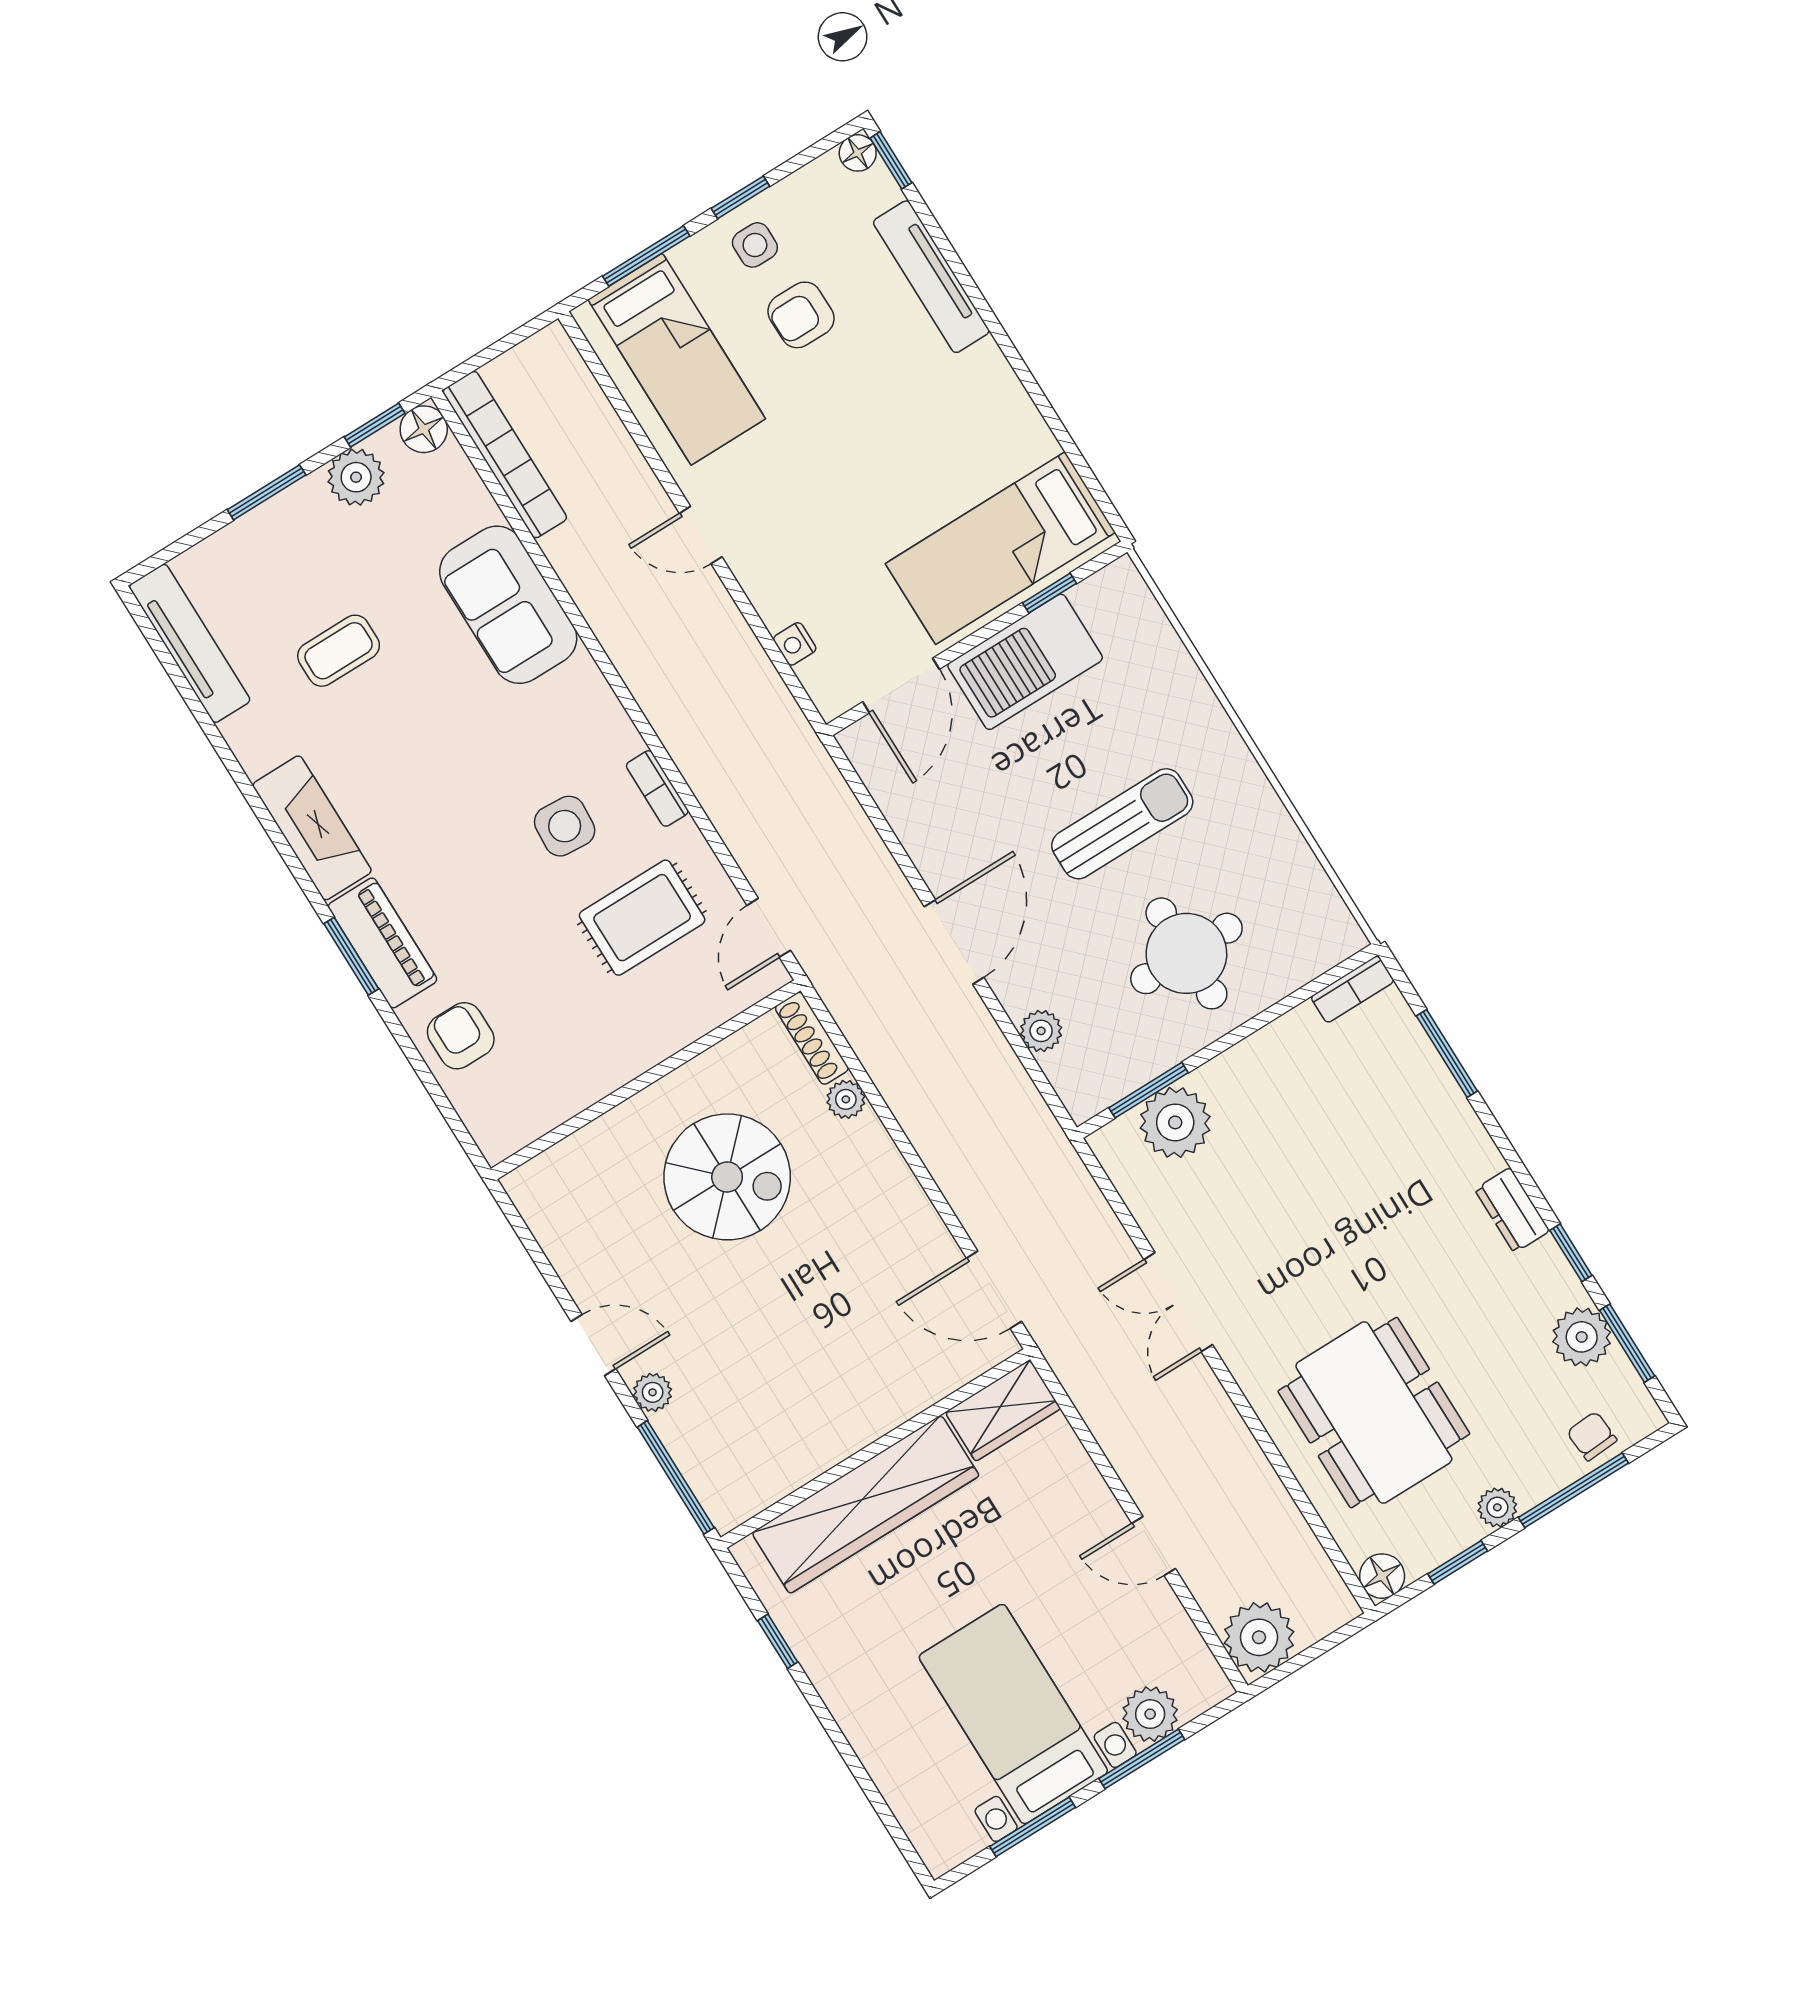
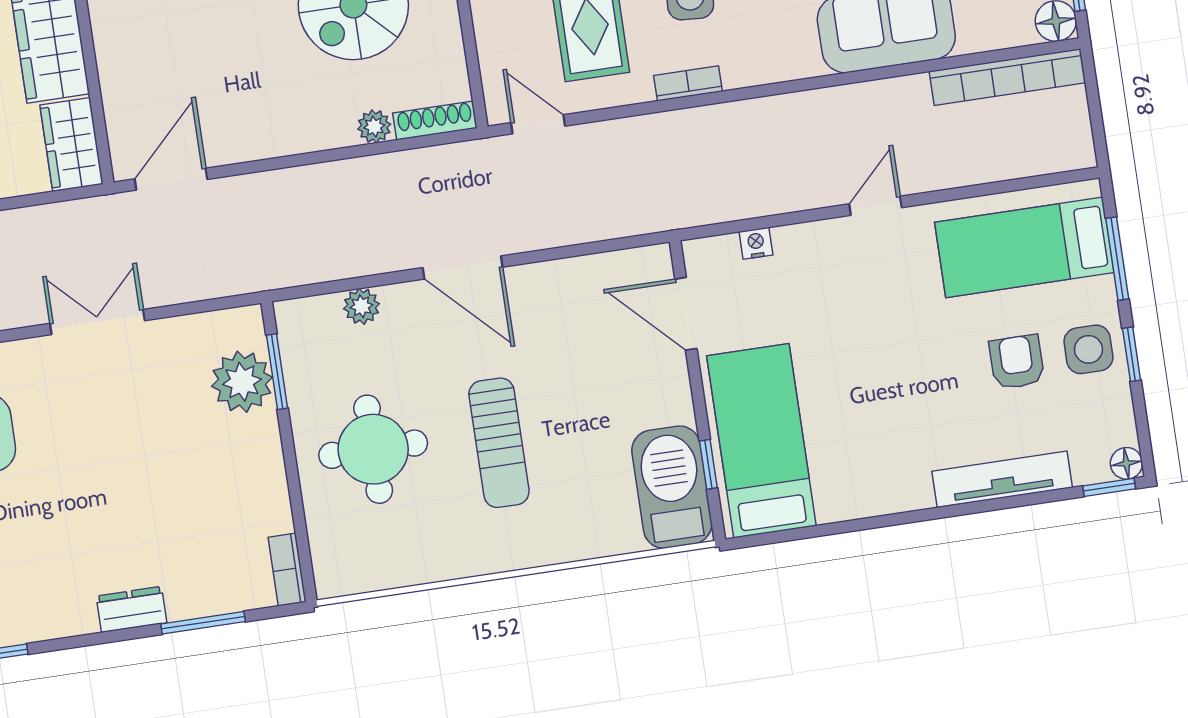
side table: (755, 245) -> (1088, 349), width x1.37, depth x1.37
barbecue: (1025, 662) -> (672, 487), moved
dresser: (1512, 1210) -> (132, 609), moved

